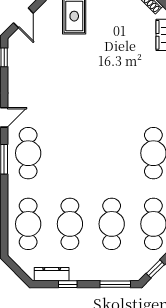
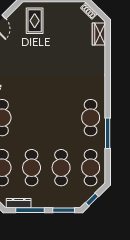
window: (68, 284) -> (30, 210), width x2.17

